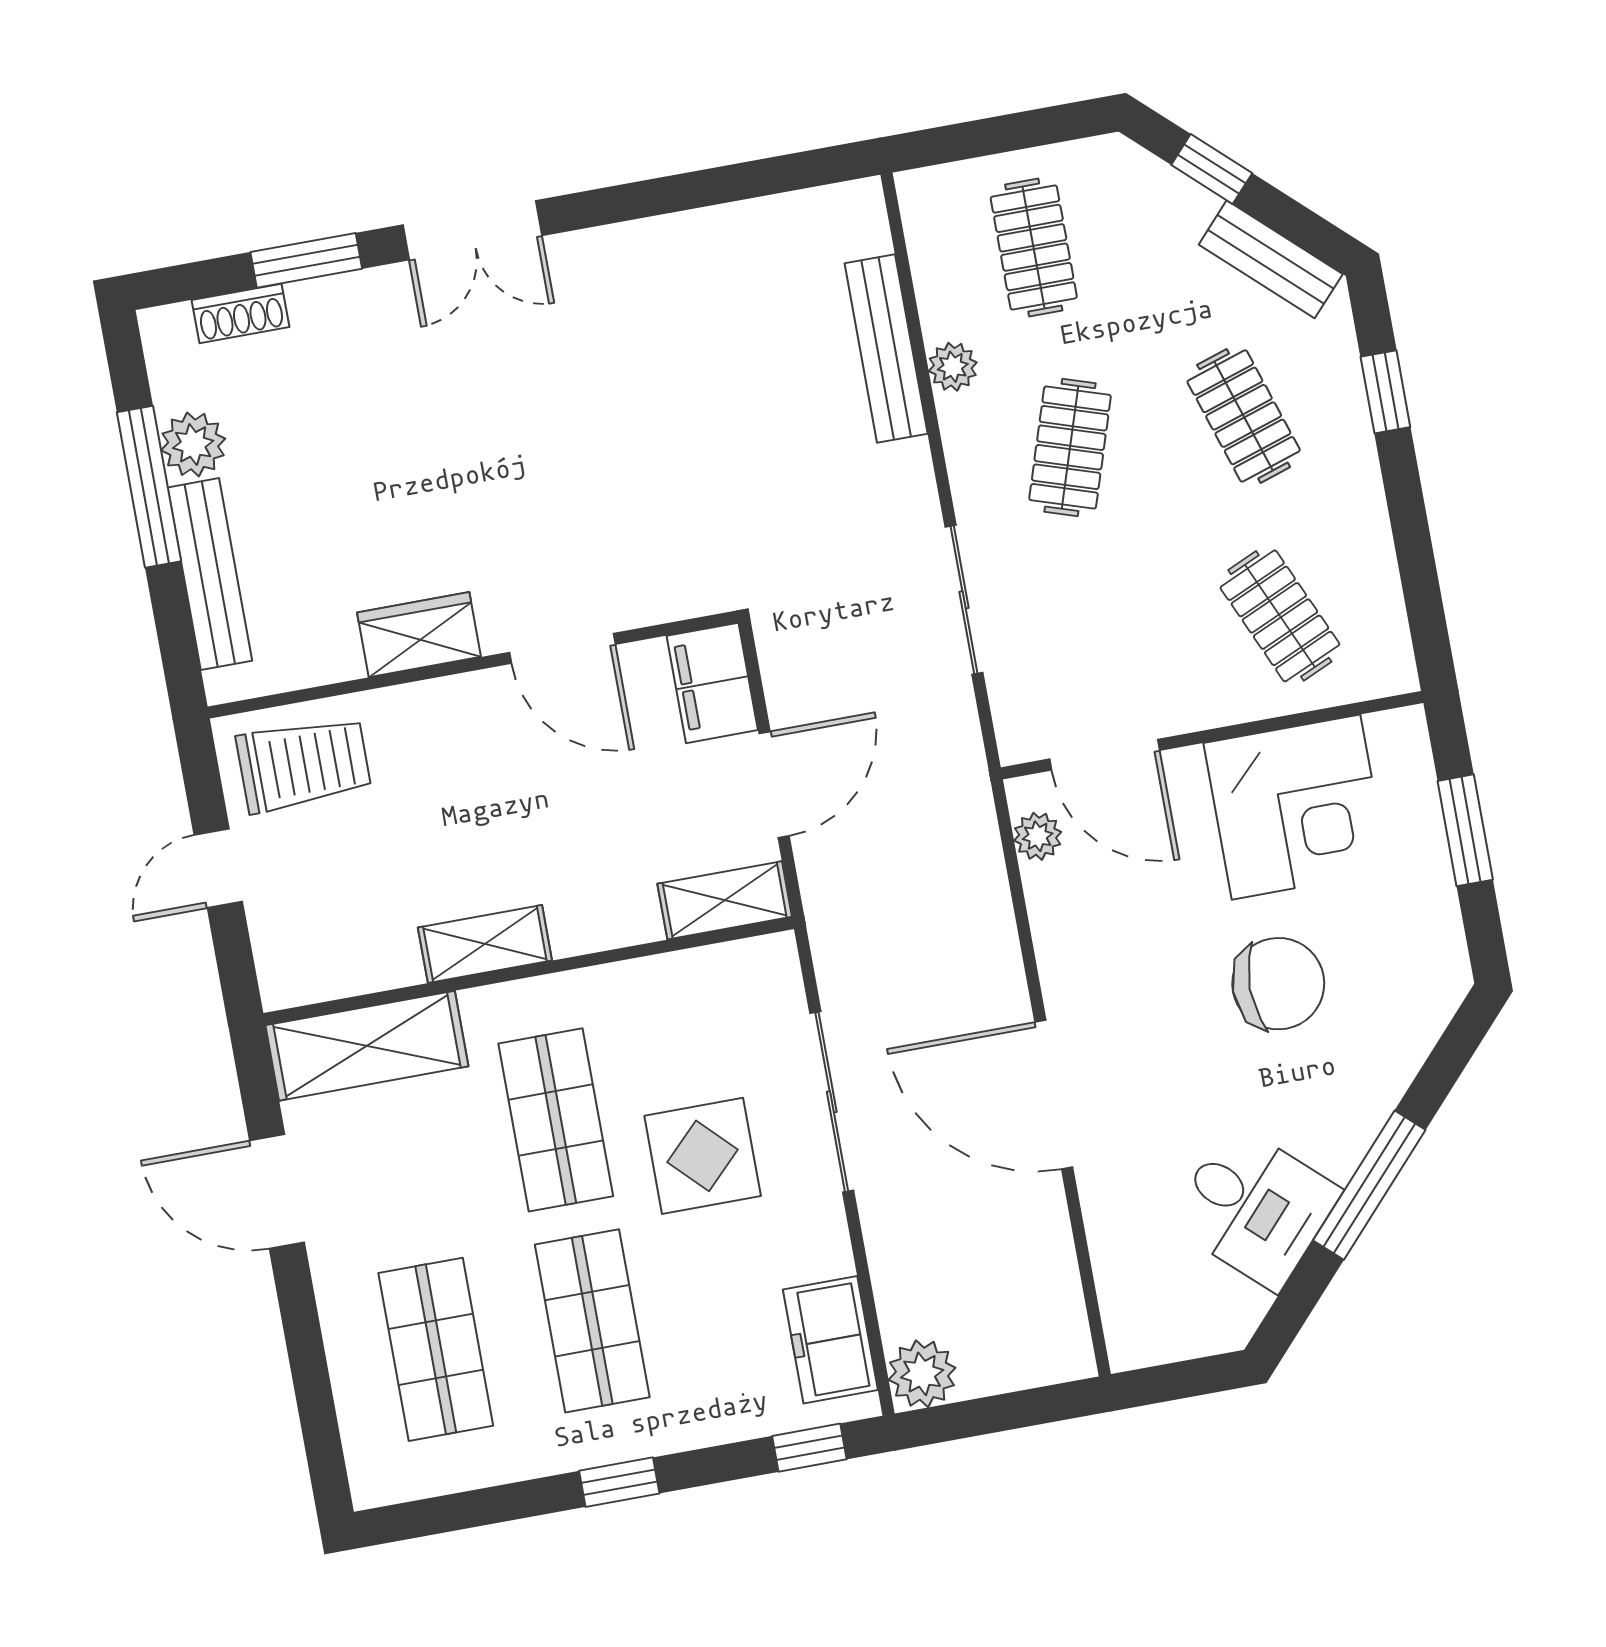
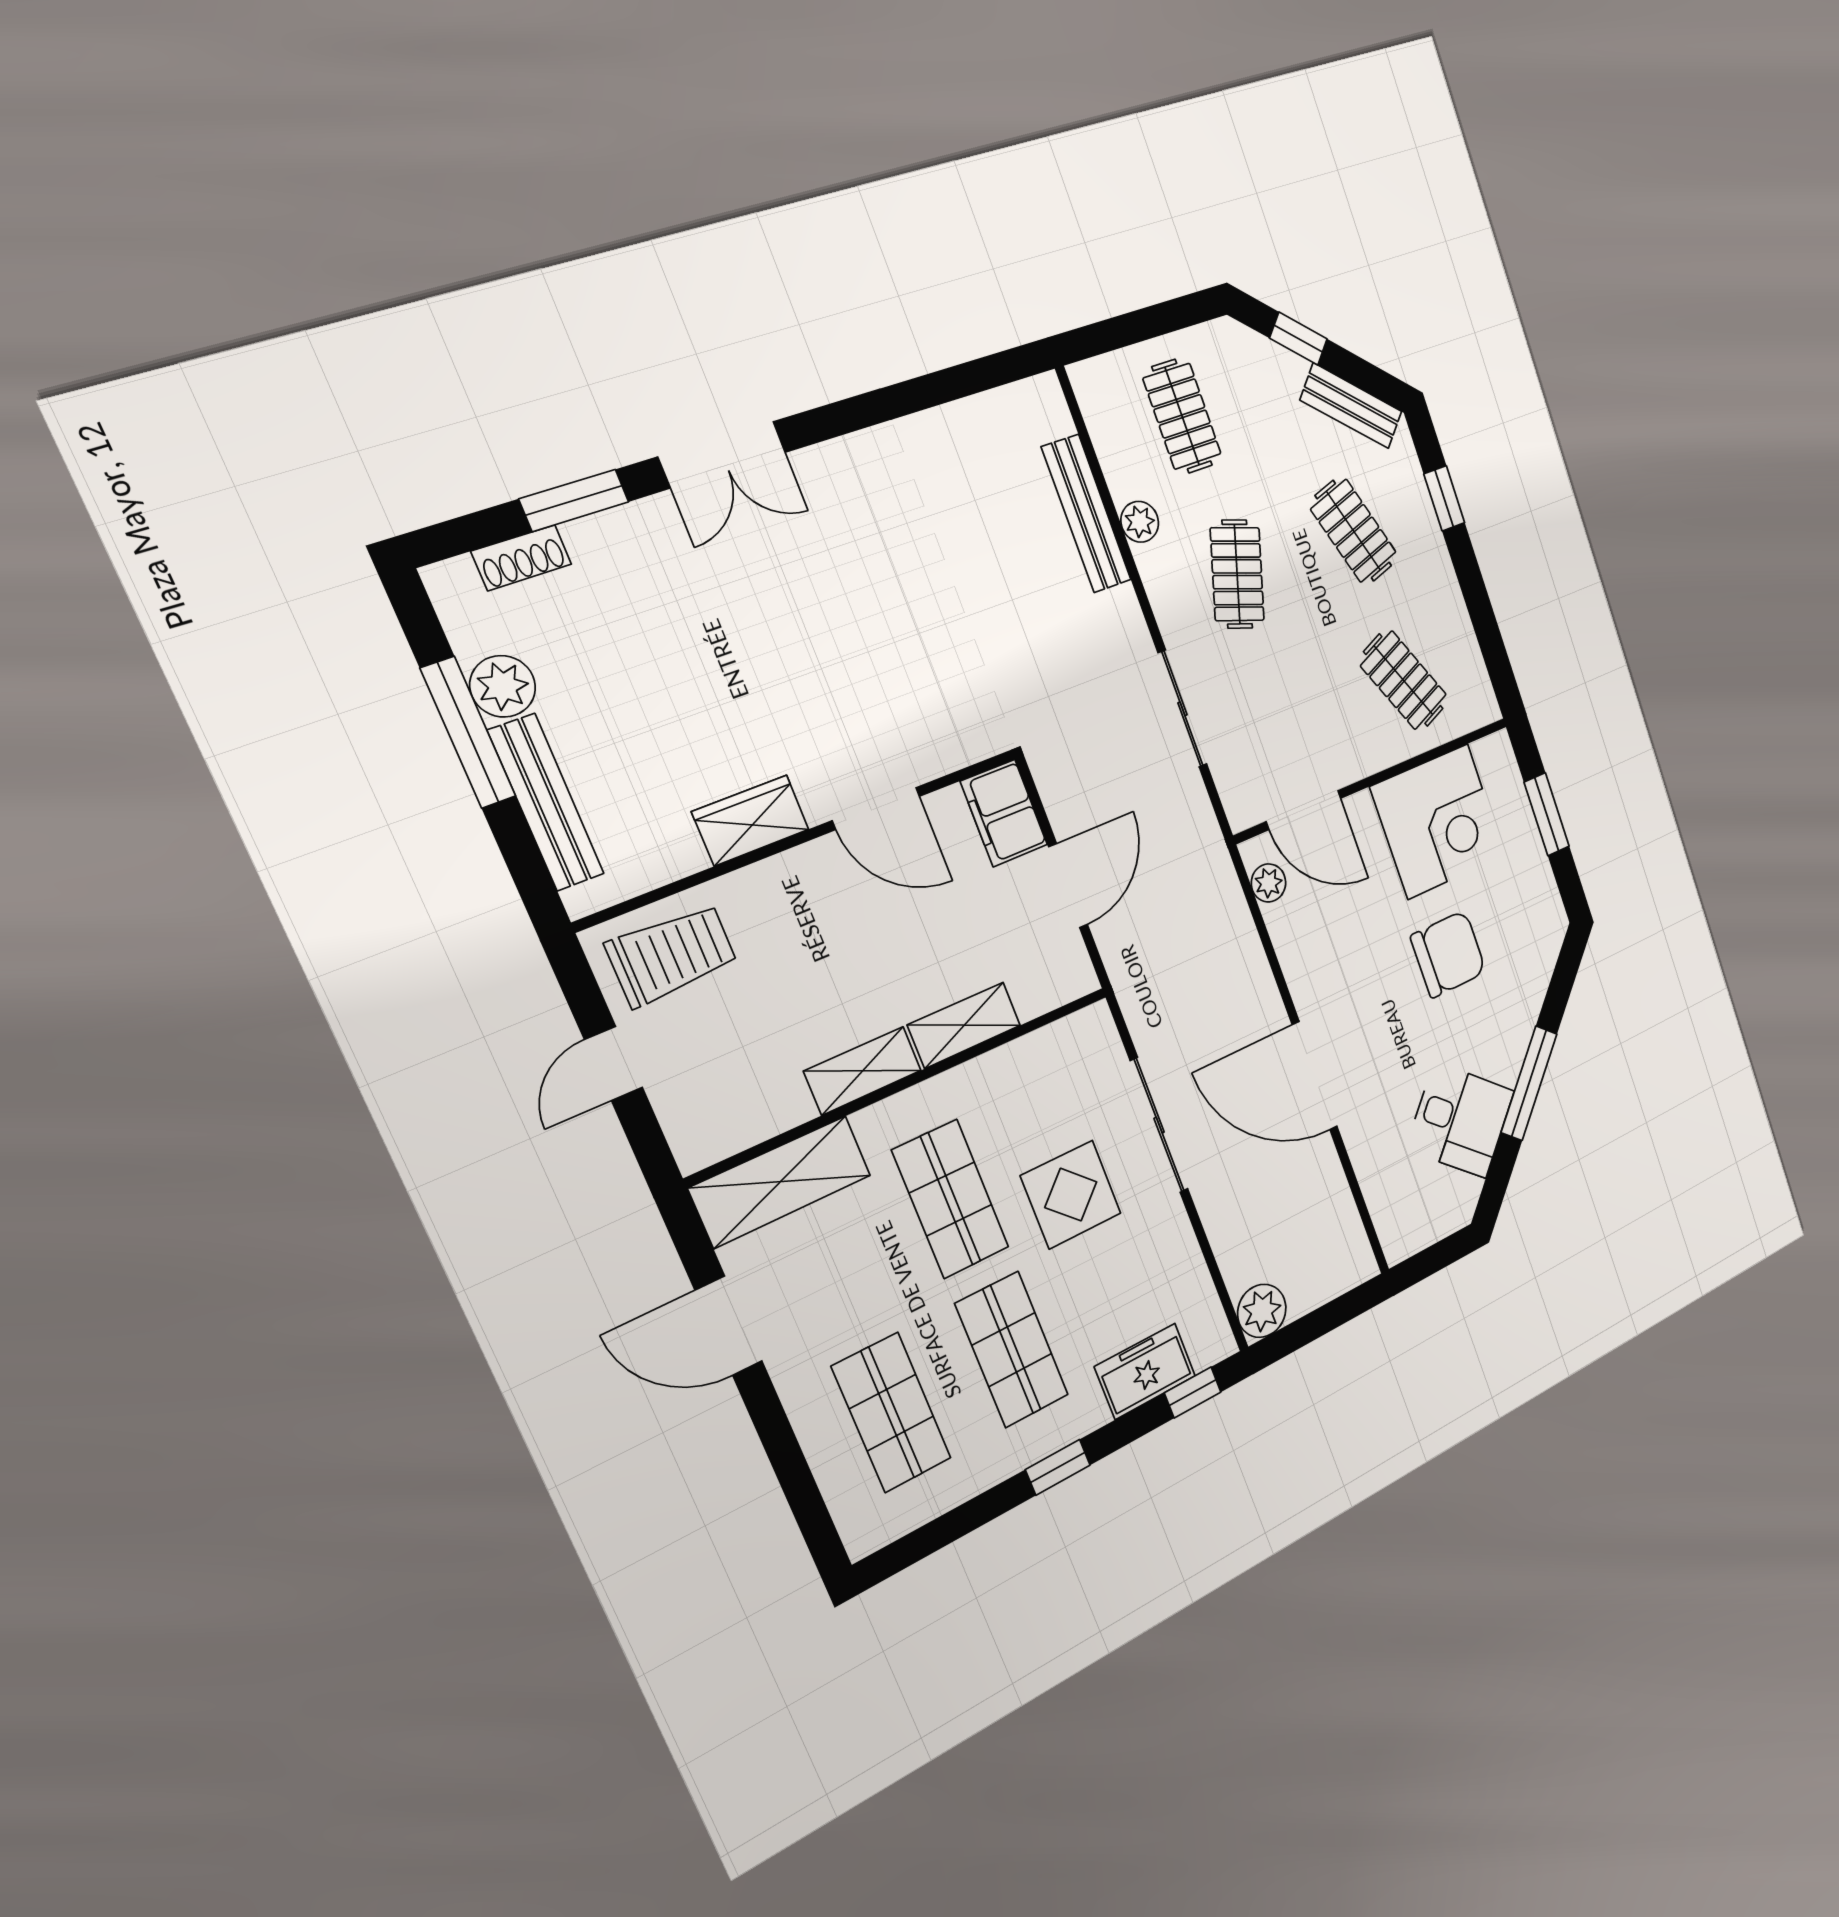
shelving: (725, 900) -> (964, 1025), moved
freezer: (830, 1340) -> (1145, 1371), moved, turned 90

